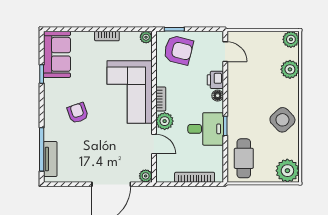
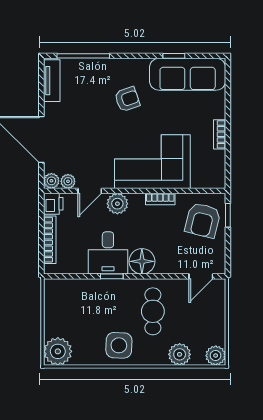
plant: (146, 37) -> (68, 181), moved
sofa: (57, 54) -> (188, 74), width x1.36
printer: (215, 80) -> (53, 204), moved, turned 90
floor lamp: (218, 96) -> (142, 261), width x1.89, depth x1.89
bookcase: (161, 99) -> (160, 199), moved
side table: (282, 120) -> (119, 345), turned 45
cafe table: (244, 158) -> (153, 311), moved, turned 90
tv unit: (50, 159) -> (52, 81), moved, turned -90

